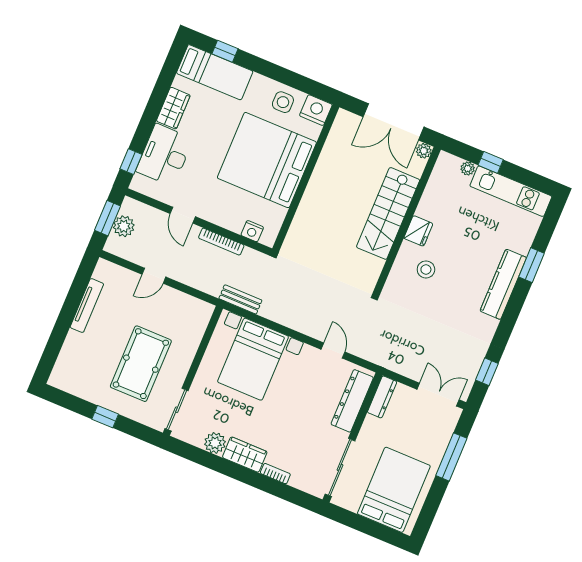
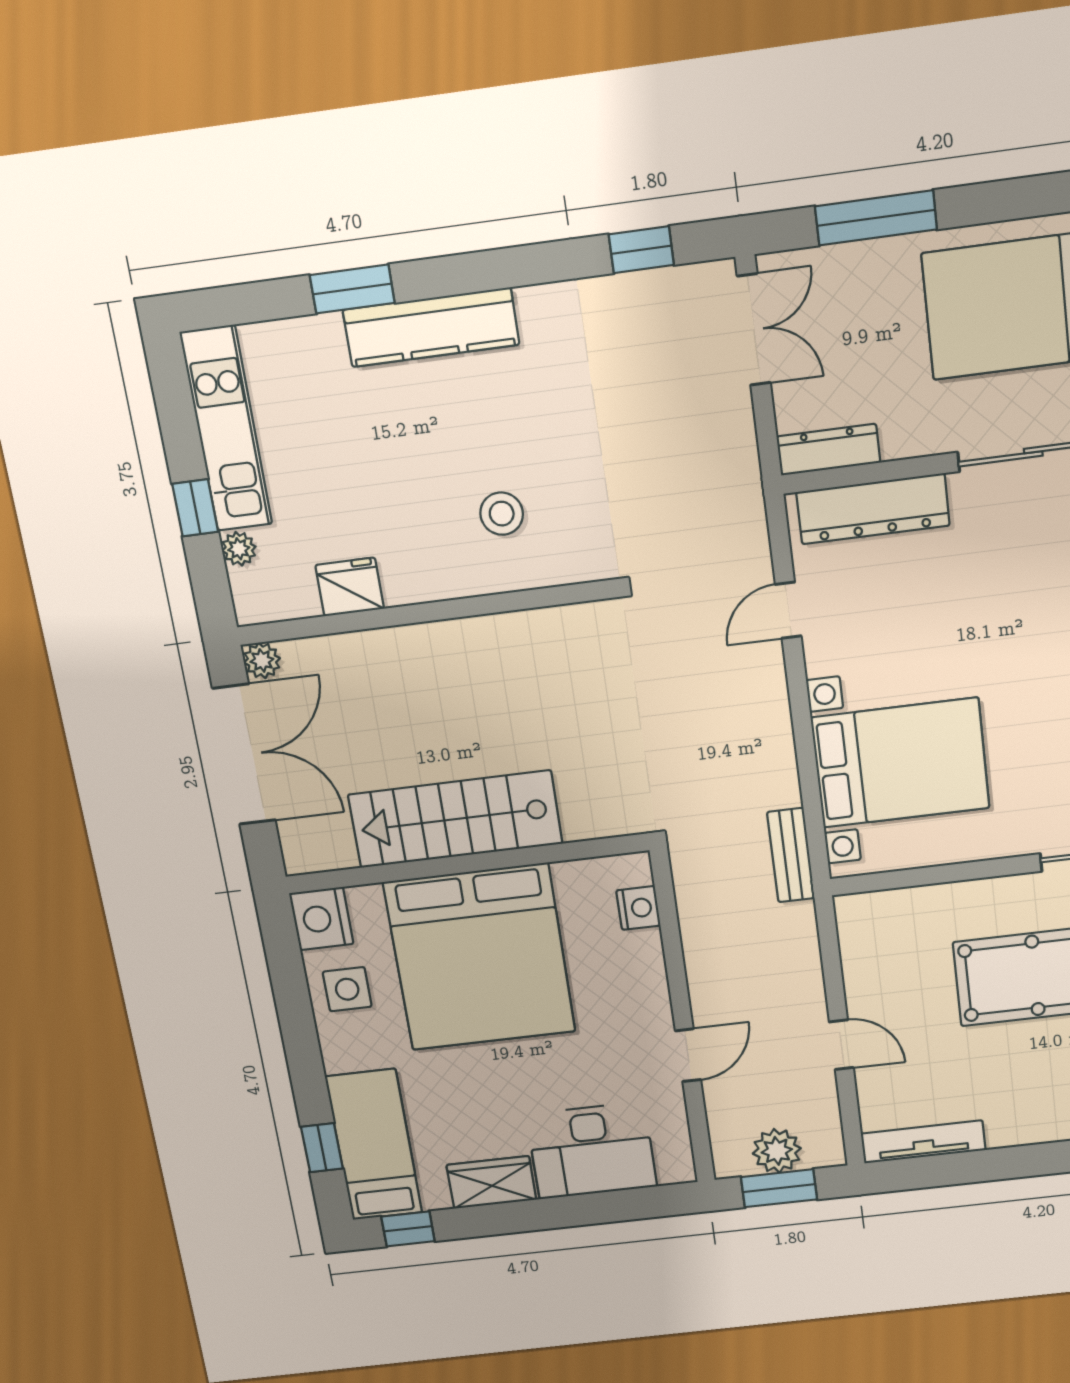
window: (131, 162) -> (408, 1229), moved
stairs: (388, 213) -> (455, 819), moved, turned 180
fridge: (418, 231) -> (350, 587), moved
bookcase: (221, 242) -> (696, 955), removed
tv unit: (87, 306) -> (923, 1142), moved
double door: (438, 395) -> (754, 330), swing flipped

